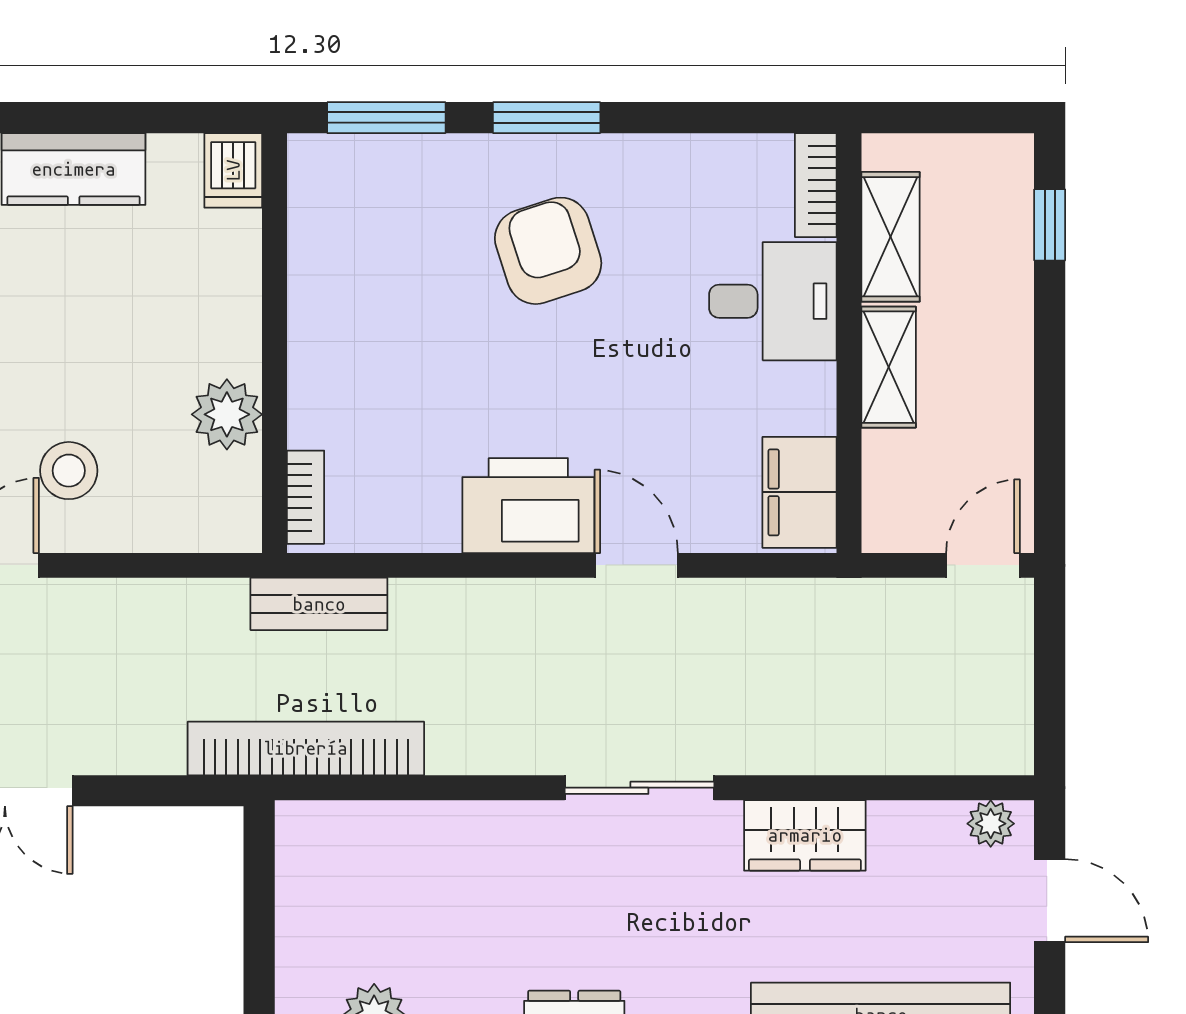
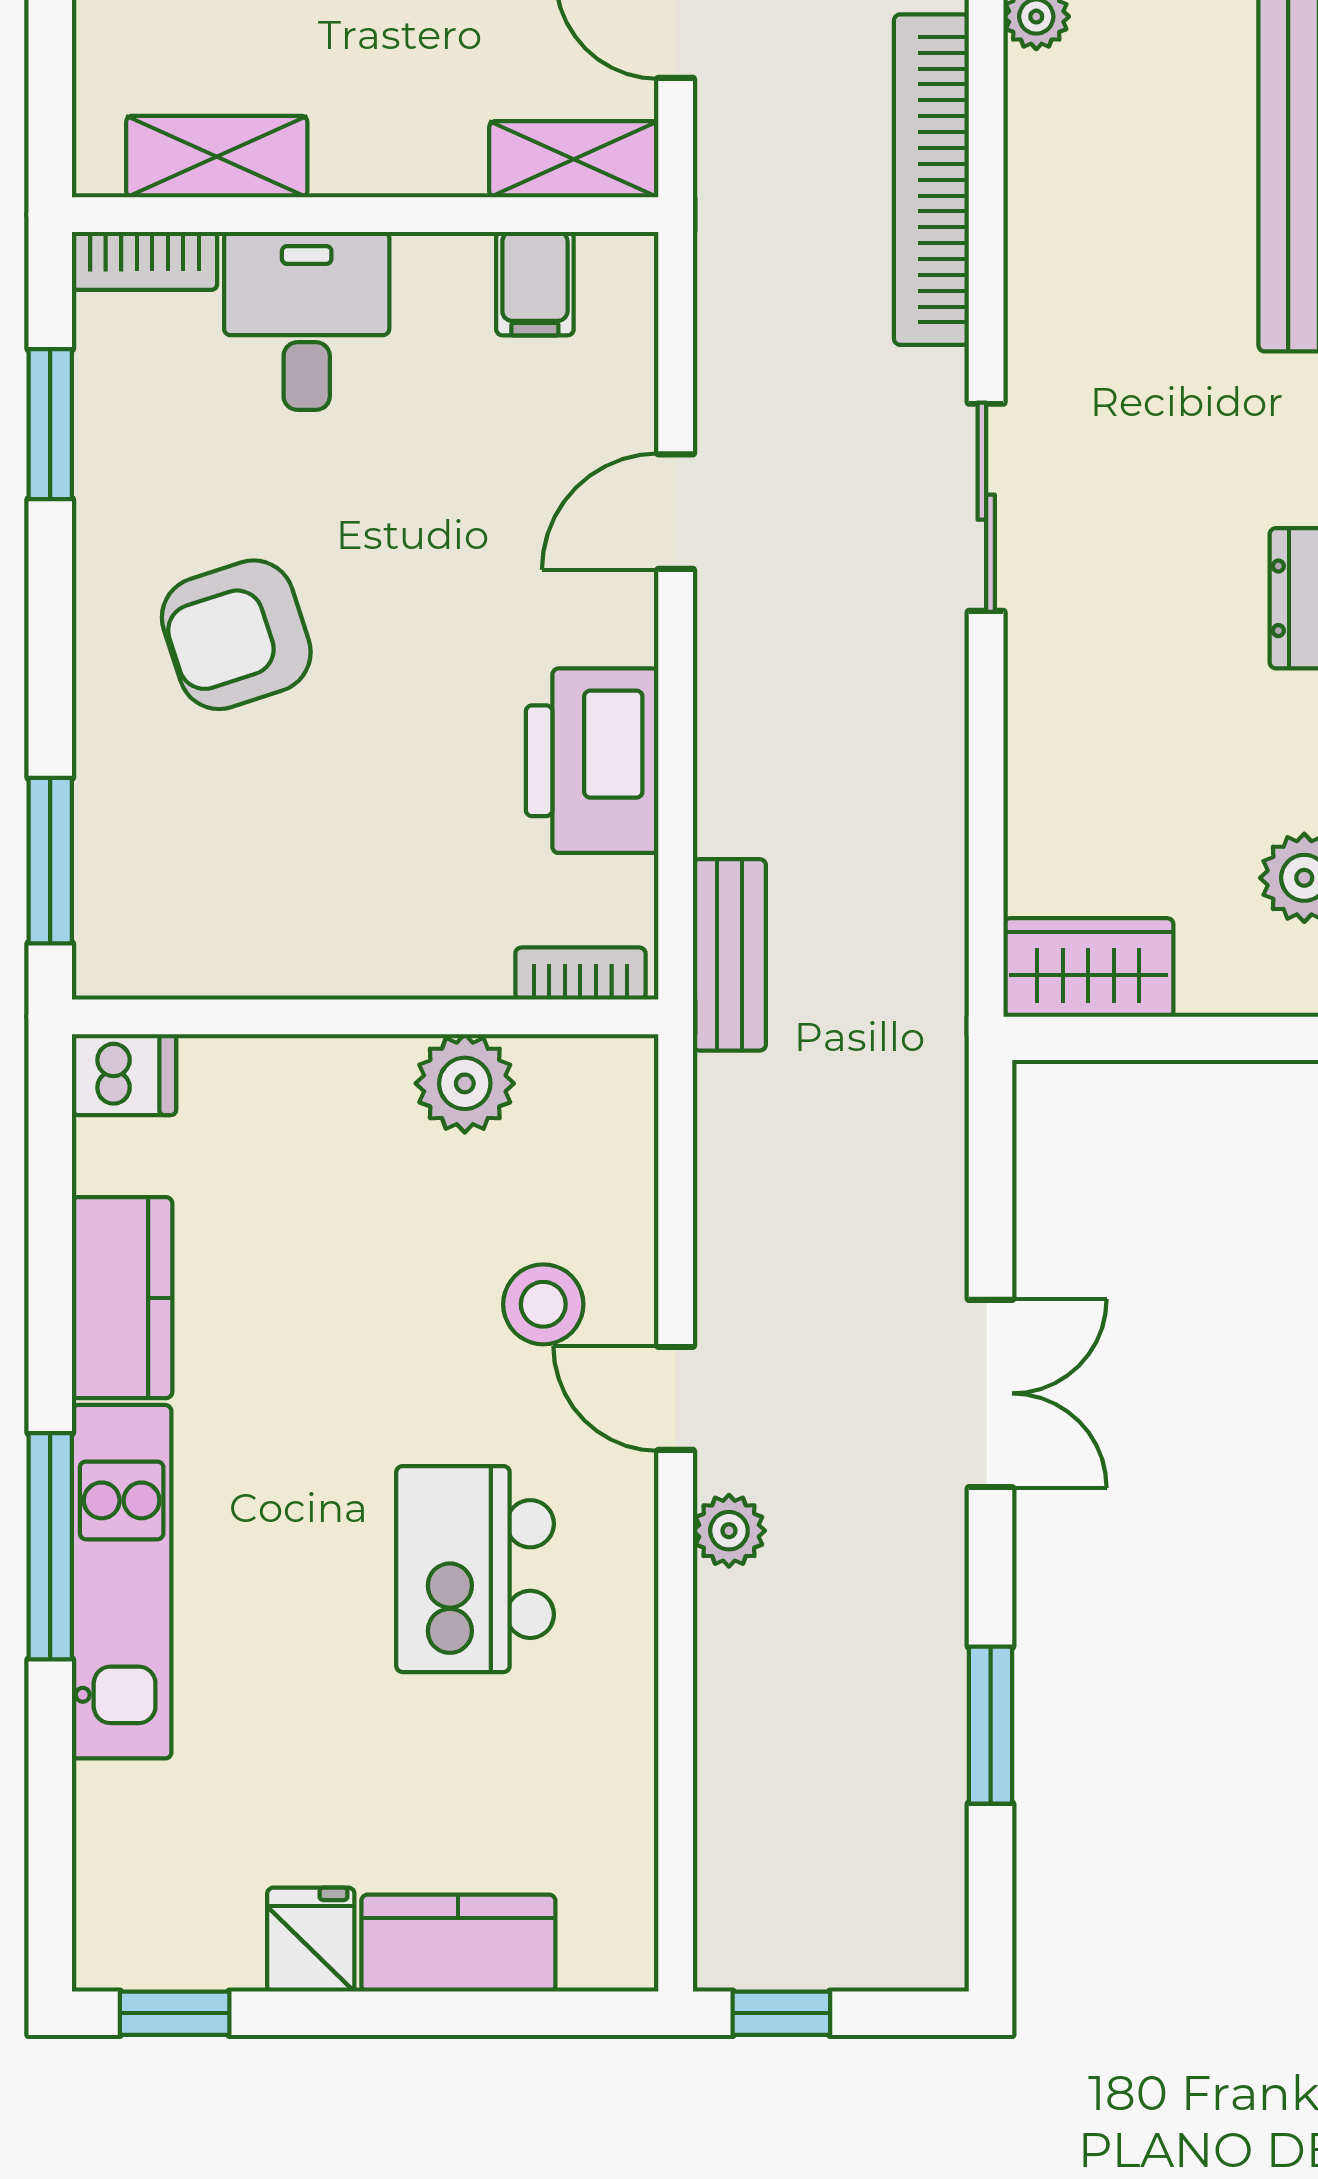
window: (547, 118) -> (50, 424), moved
shelving: (889, 367) -> (574, 159), moved
filing cabinet: (800, 492) -> (535, 284), width x0.50
printer: (528, 506) -> (592, 761), moved
bookcase: (306, 748) -> (931, 180), moved
wardrobe: (805, 835) -> (1088, 968), moved, turned -90

